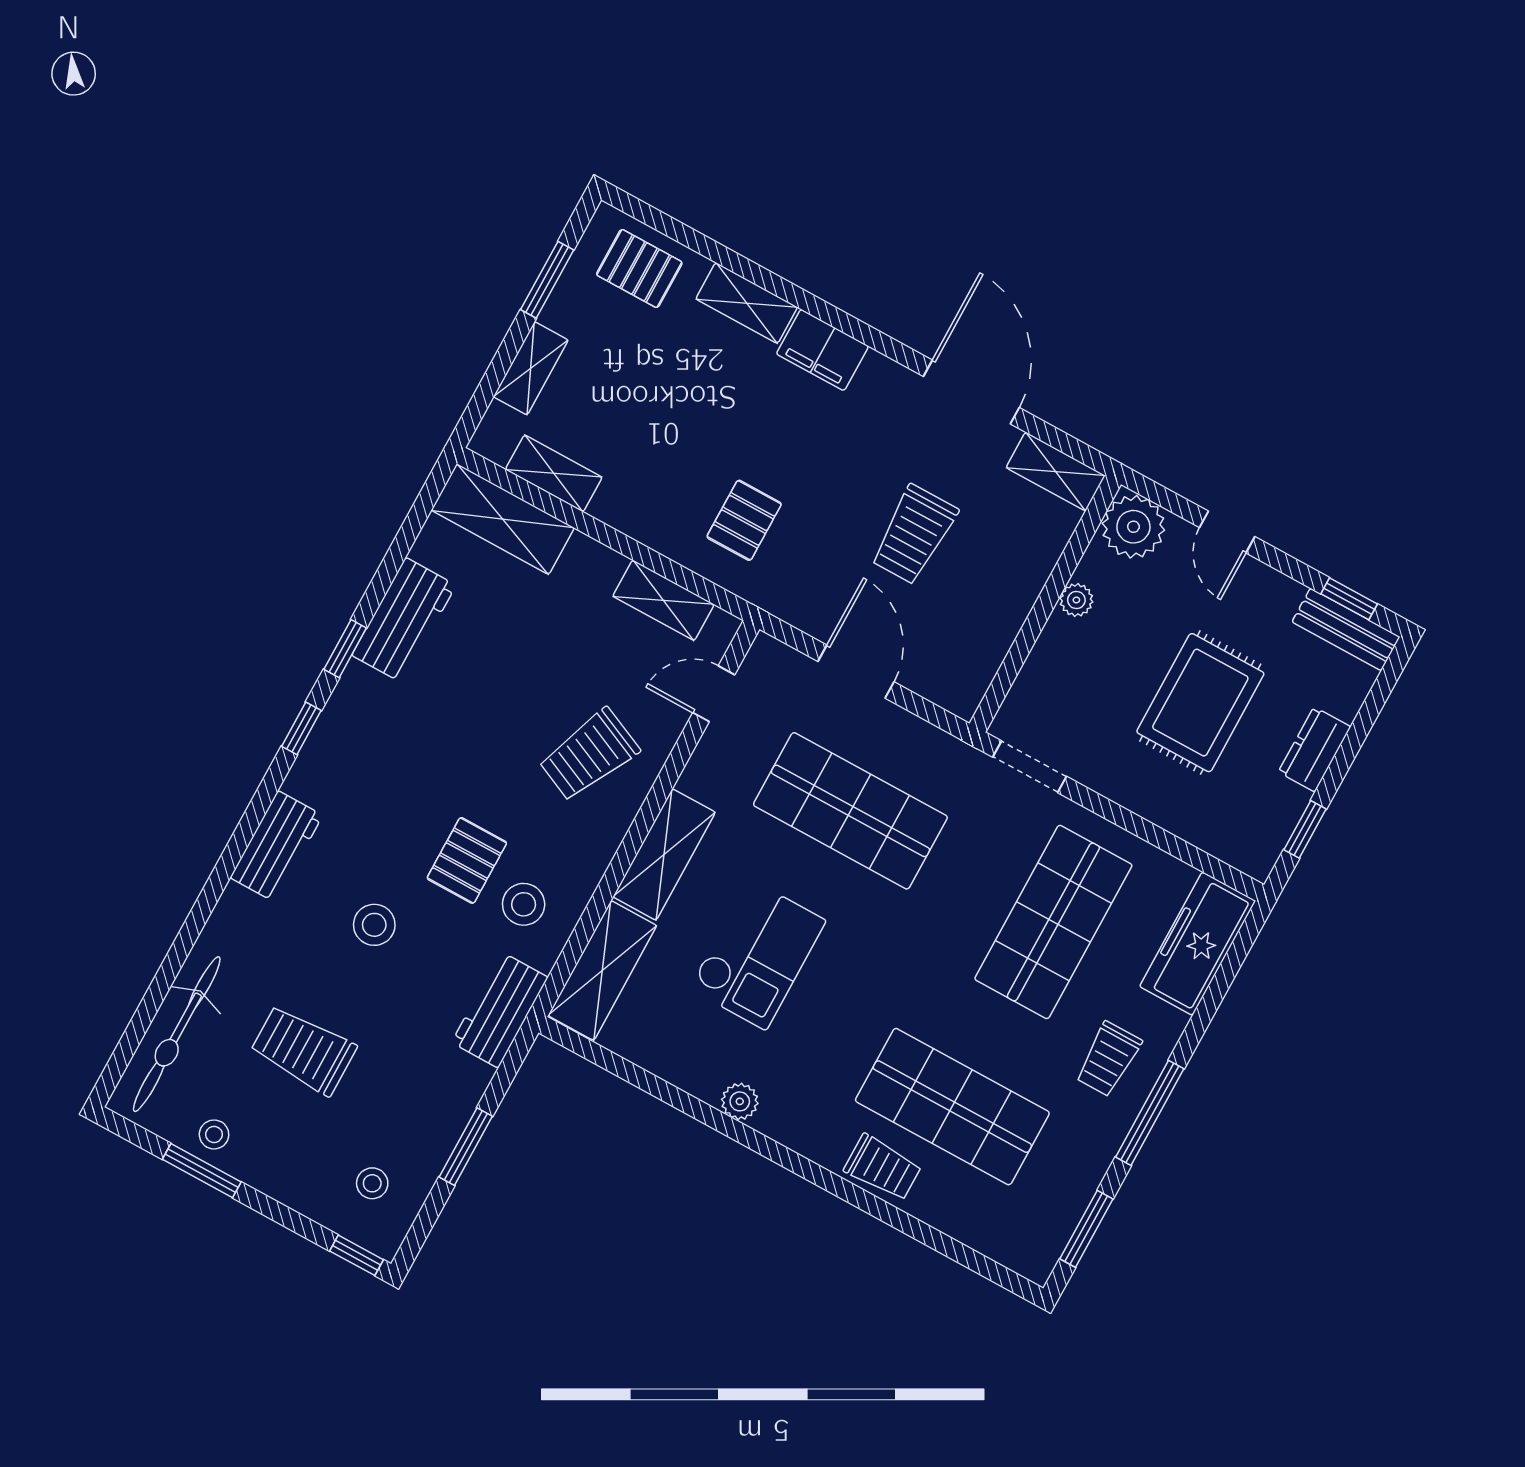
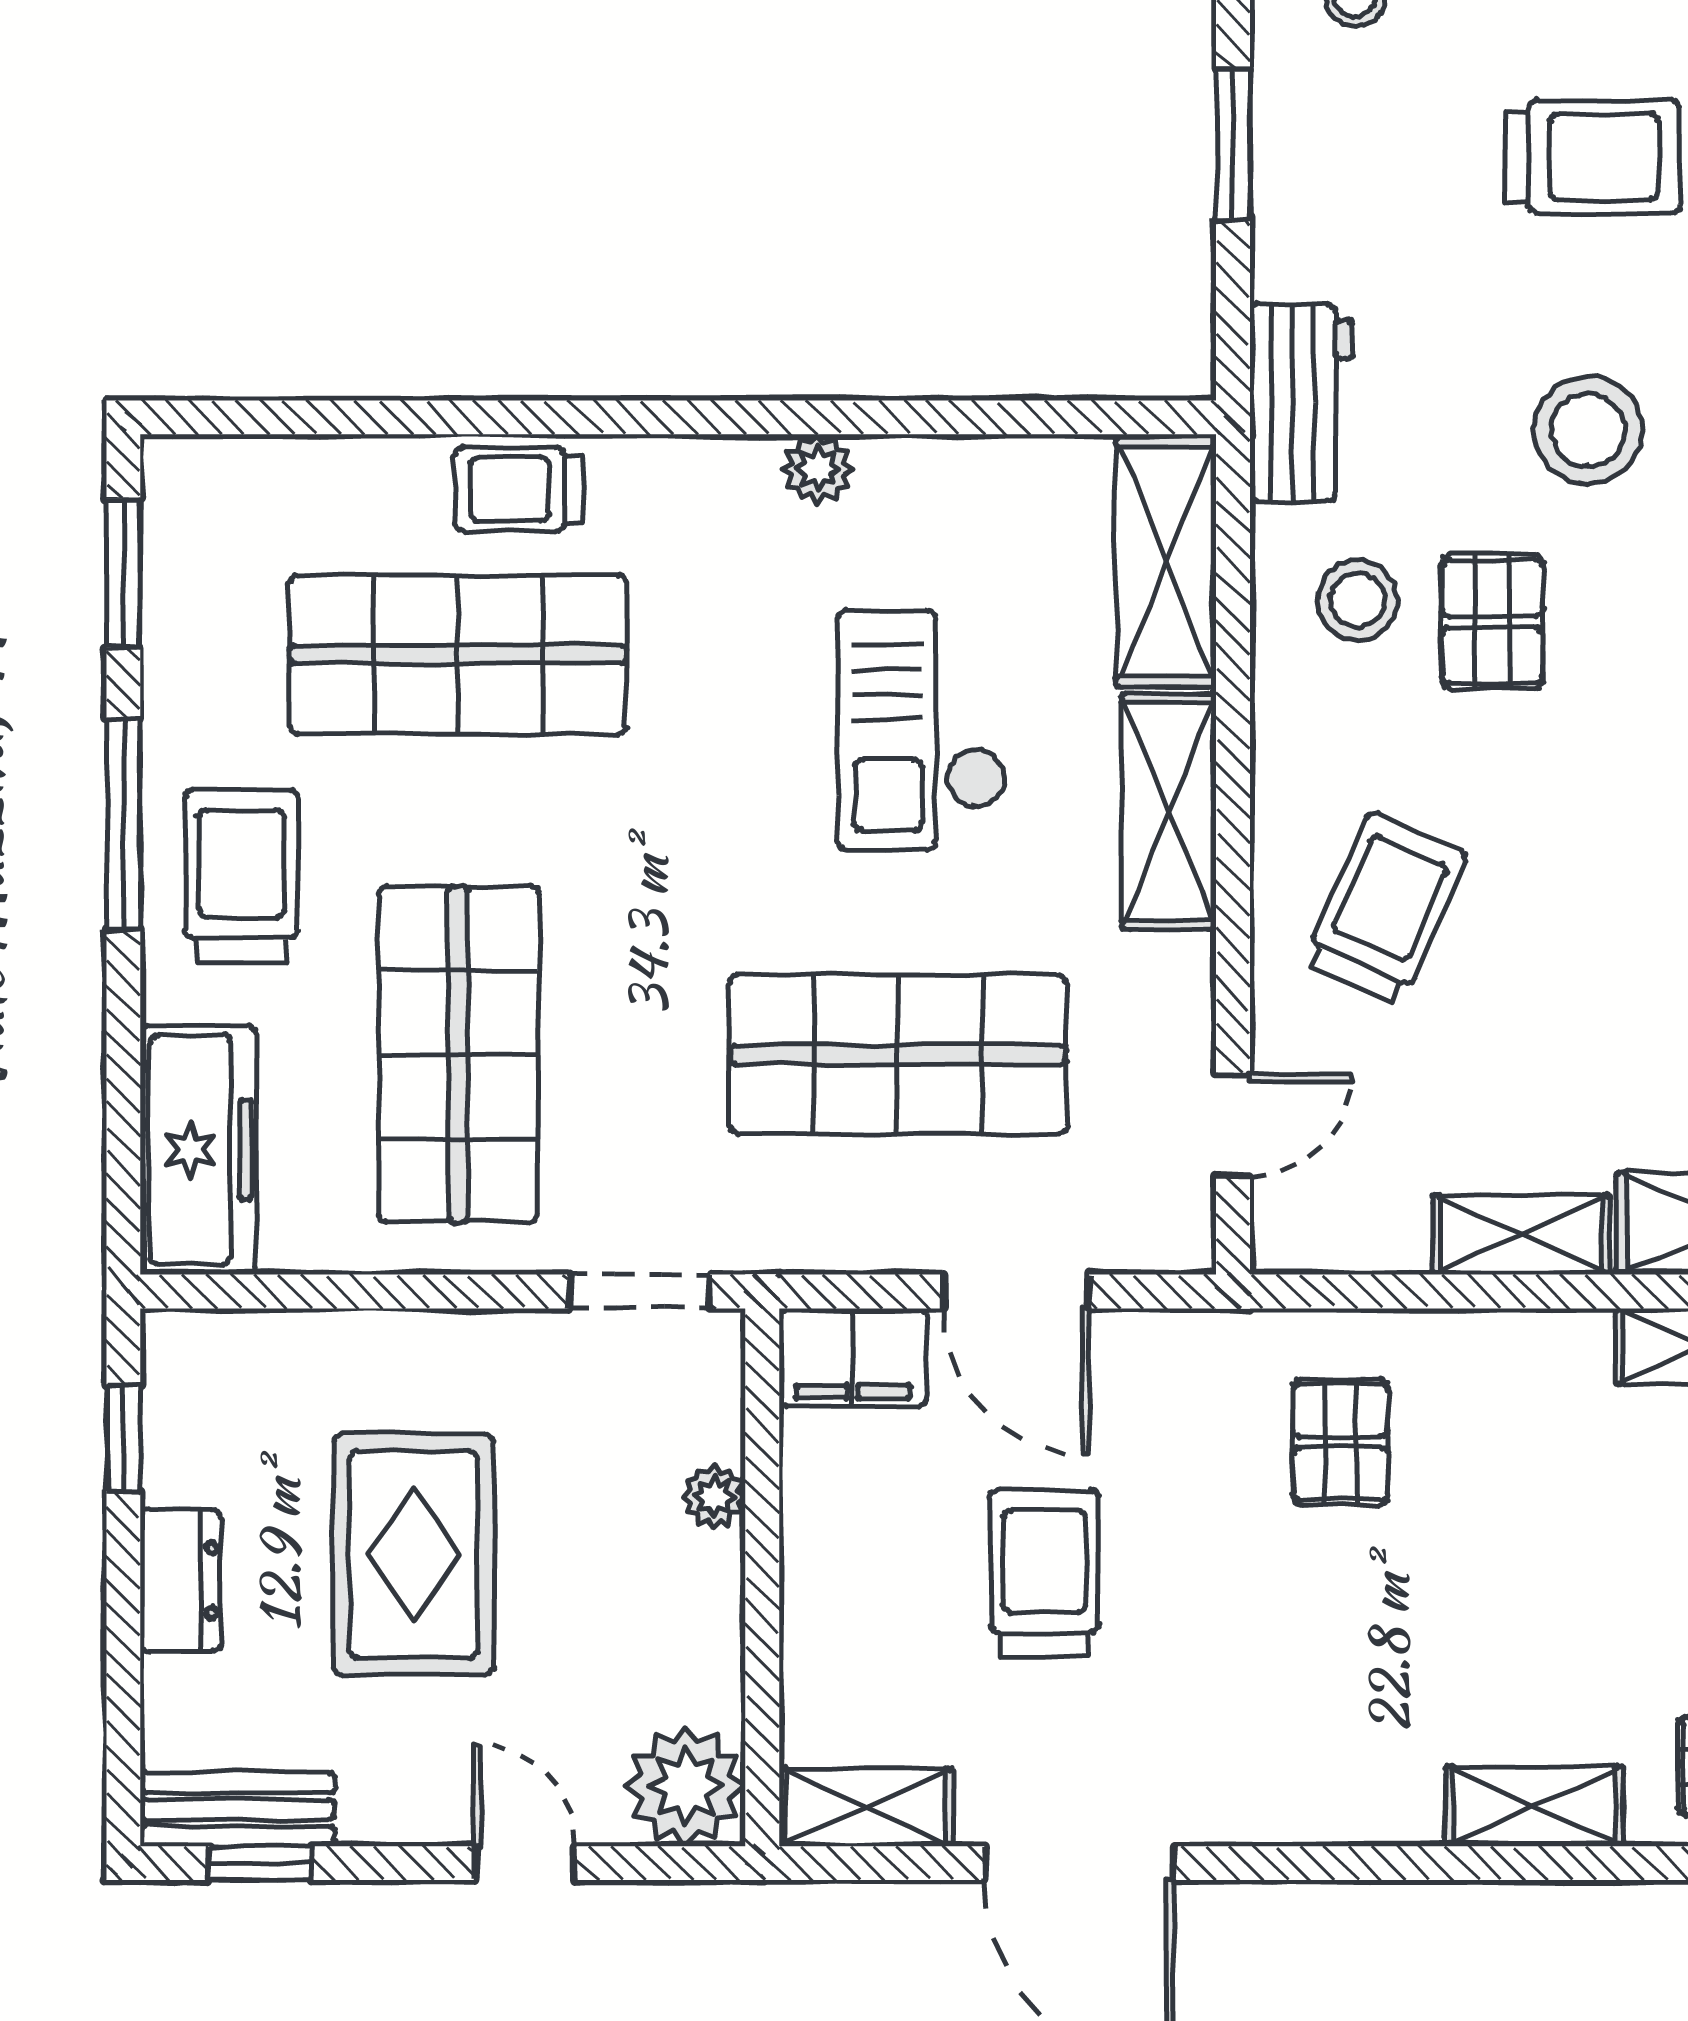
filing cabinet: (822, 350) -> (853, 1357), moved, turned 180
shelving: (663, 600) -> (1521, 1235), moved
plant: (1076, 600) -> (714, 1496), moved
stool: (374, 925) -> (1588, 430), width x1.38, depth x1.38
trolley: (1108, 1059) -> (242, 876), width x1.36, depth x1.39

